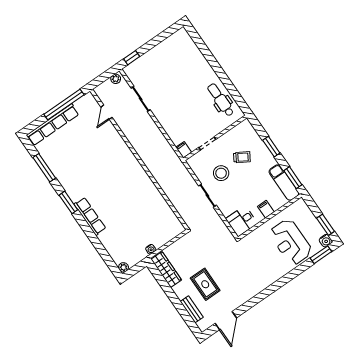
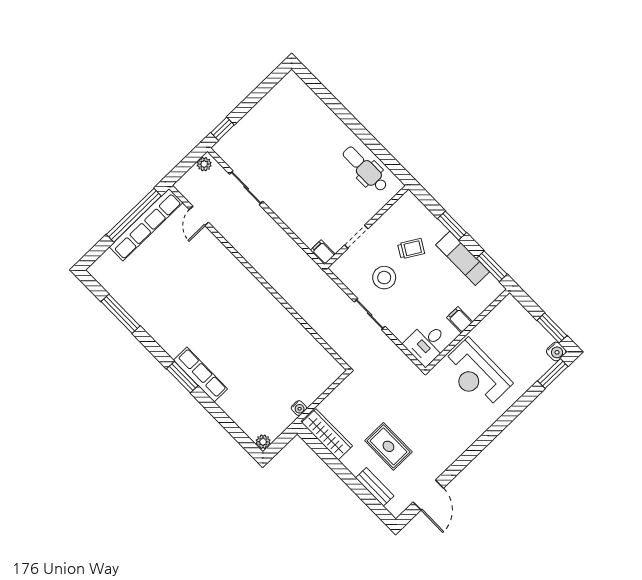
row of seats: (53, 125) -> (146, 225), moved
exam couch: (284, 182) -> (463, 258), moved
window: (68, 202) -> (182, 377), moved
reception desk: (291, 242) -> (476, 374), moved

